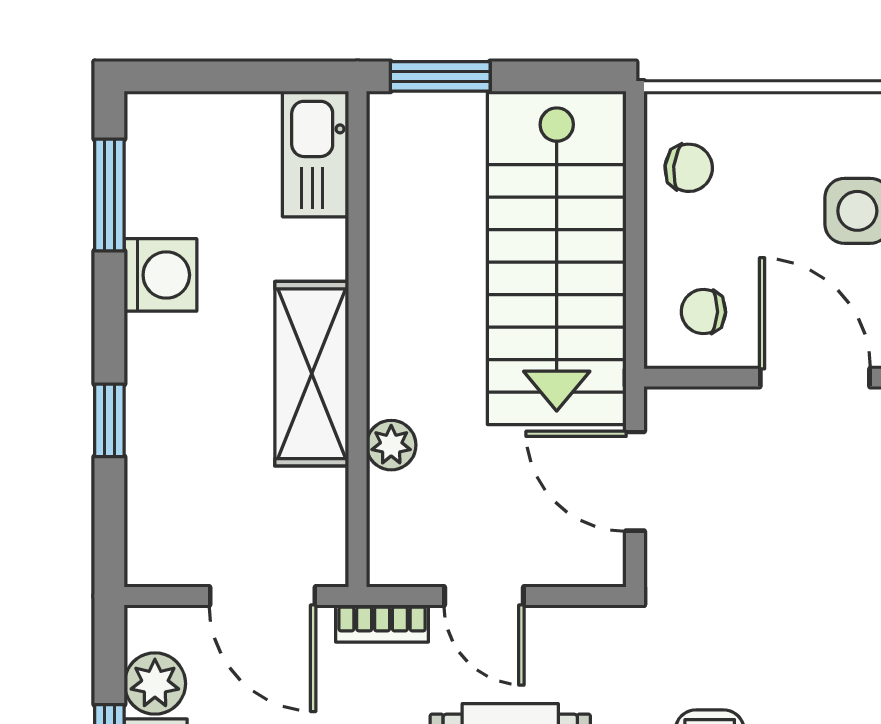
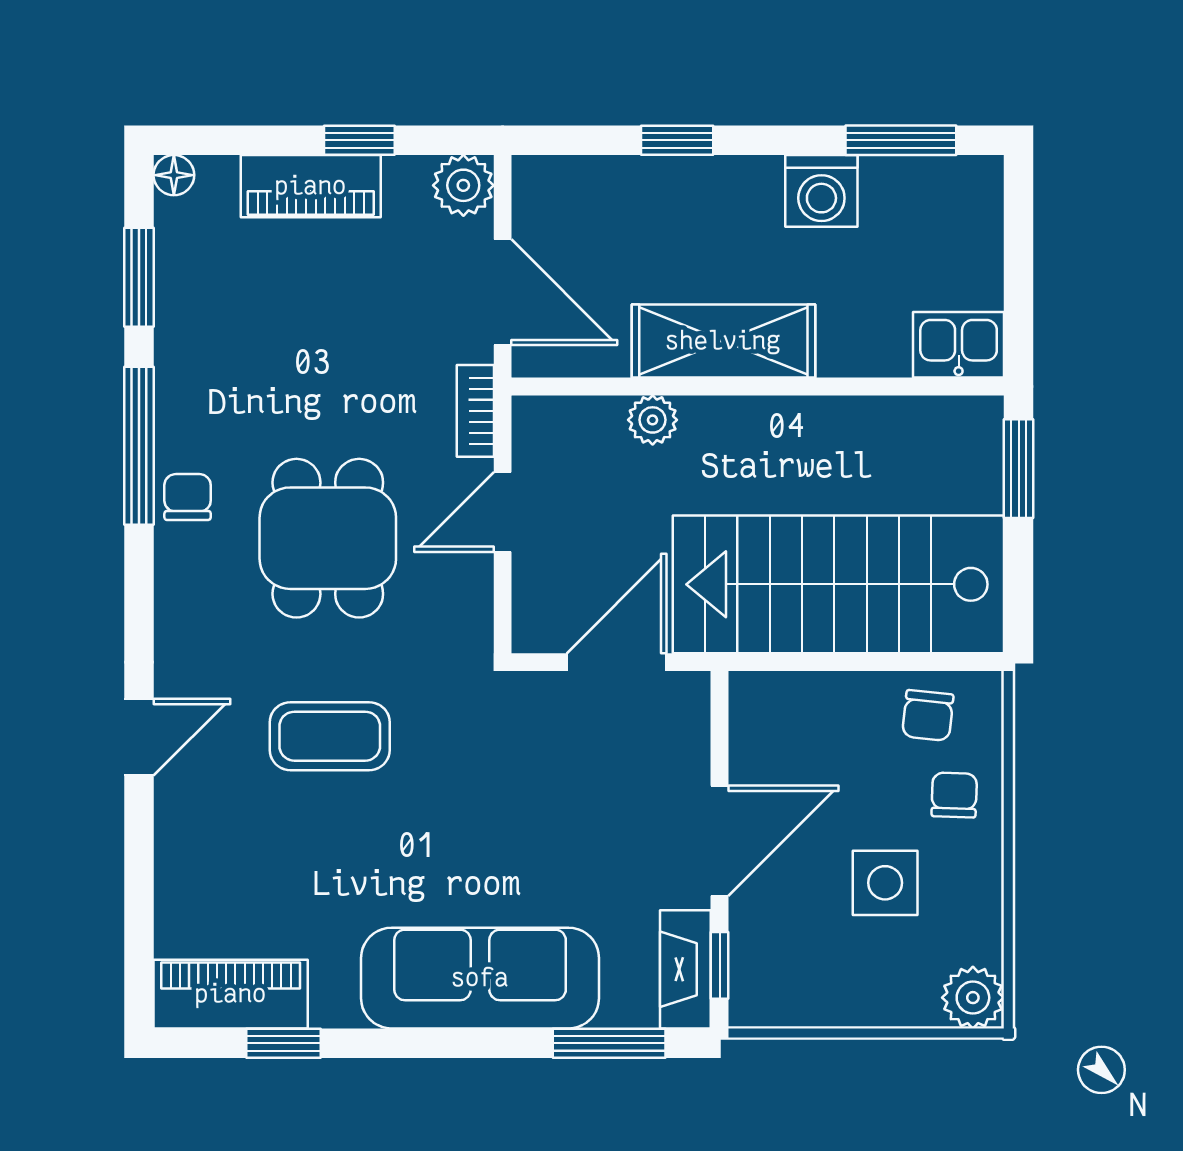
kitchen sink: (316, 154) -> (959, 345), width x0.73
chair: (703, 311) -> (954, 795), moved
door: (262, 596) -> (503, 292), swing flipped
plant: (155, 684) -> (463, 185), moved

